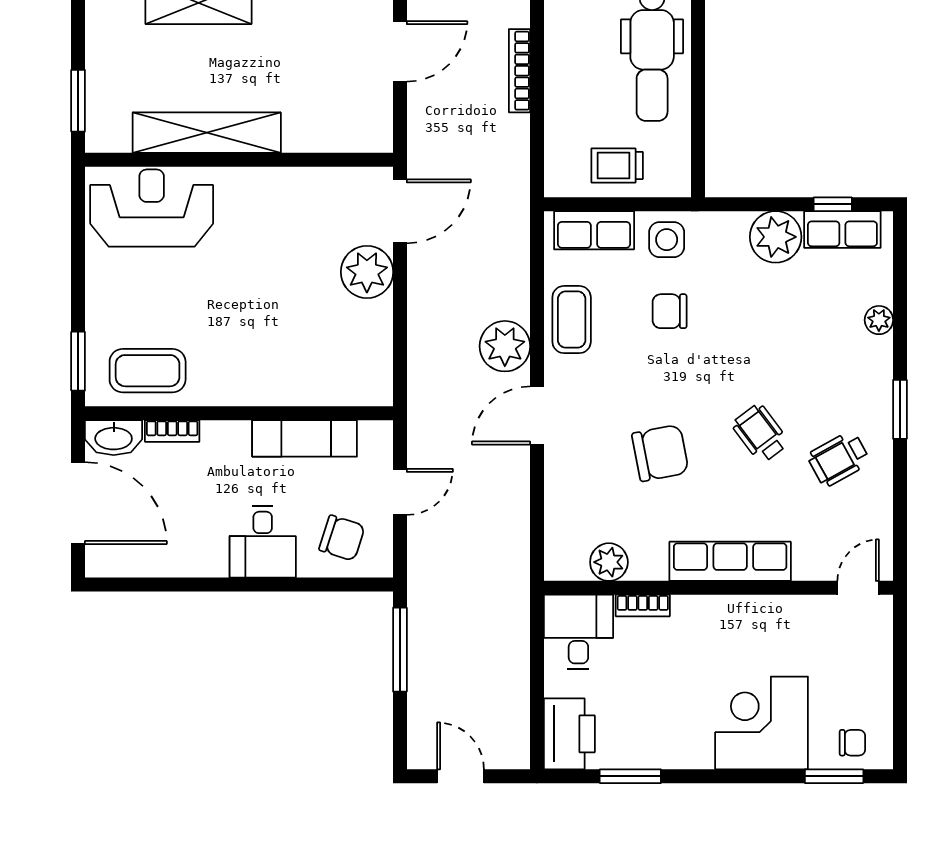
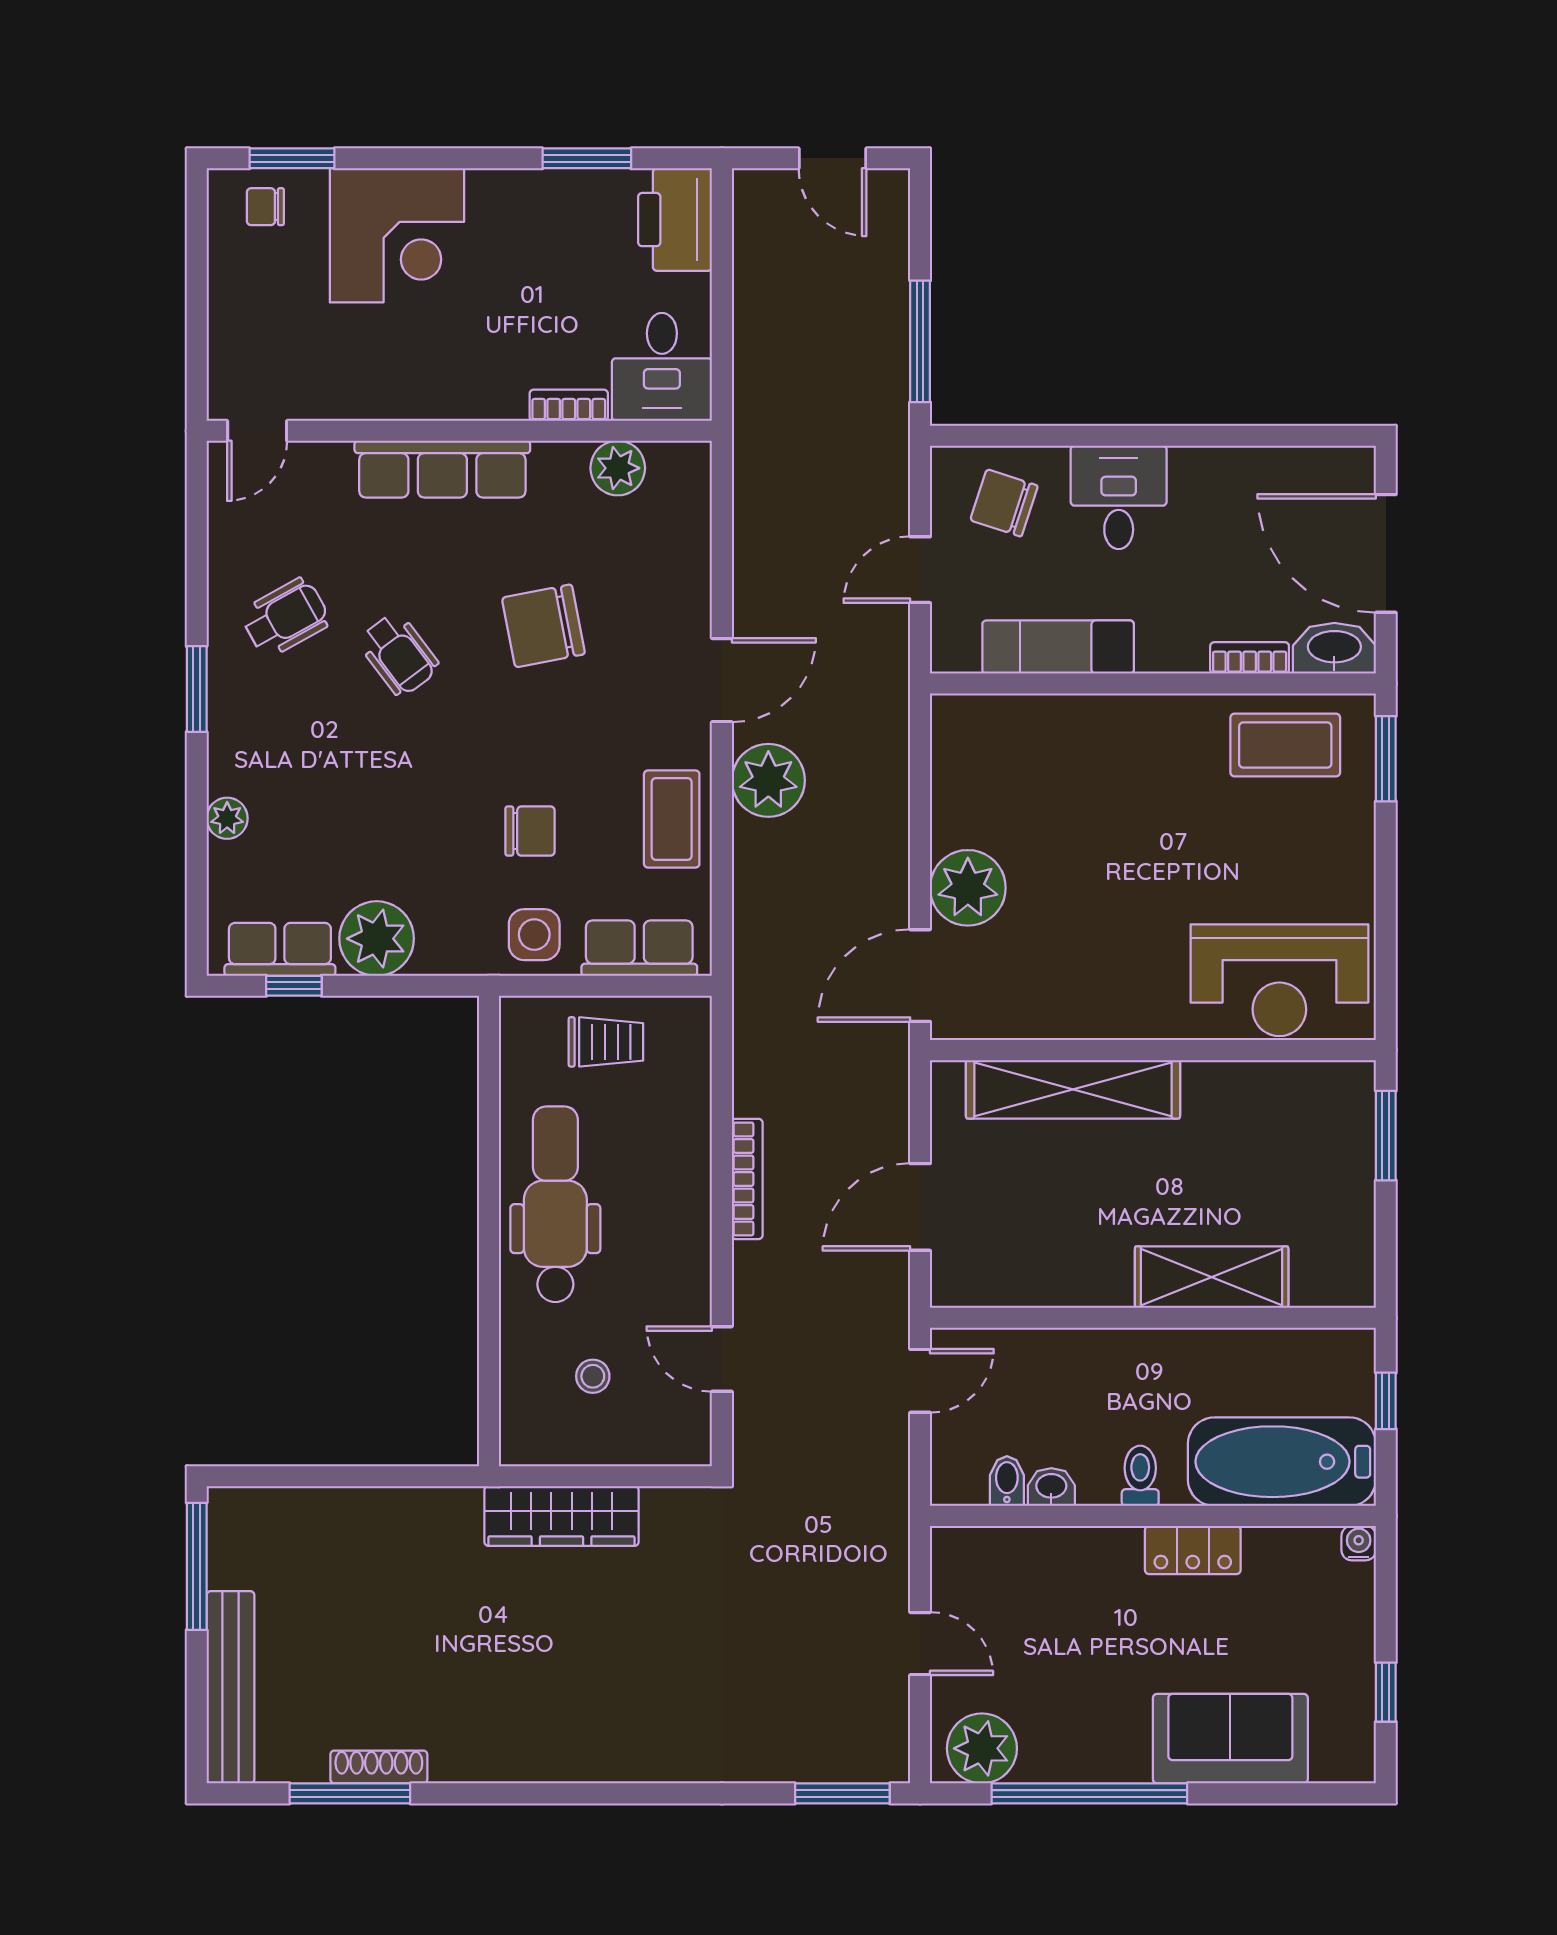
shelving: (207, 133) -> (1073, 1089), moved

